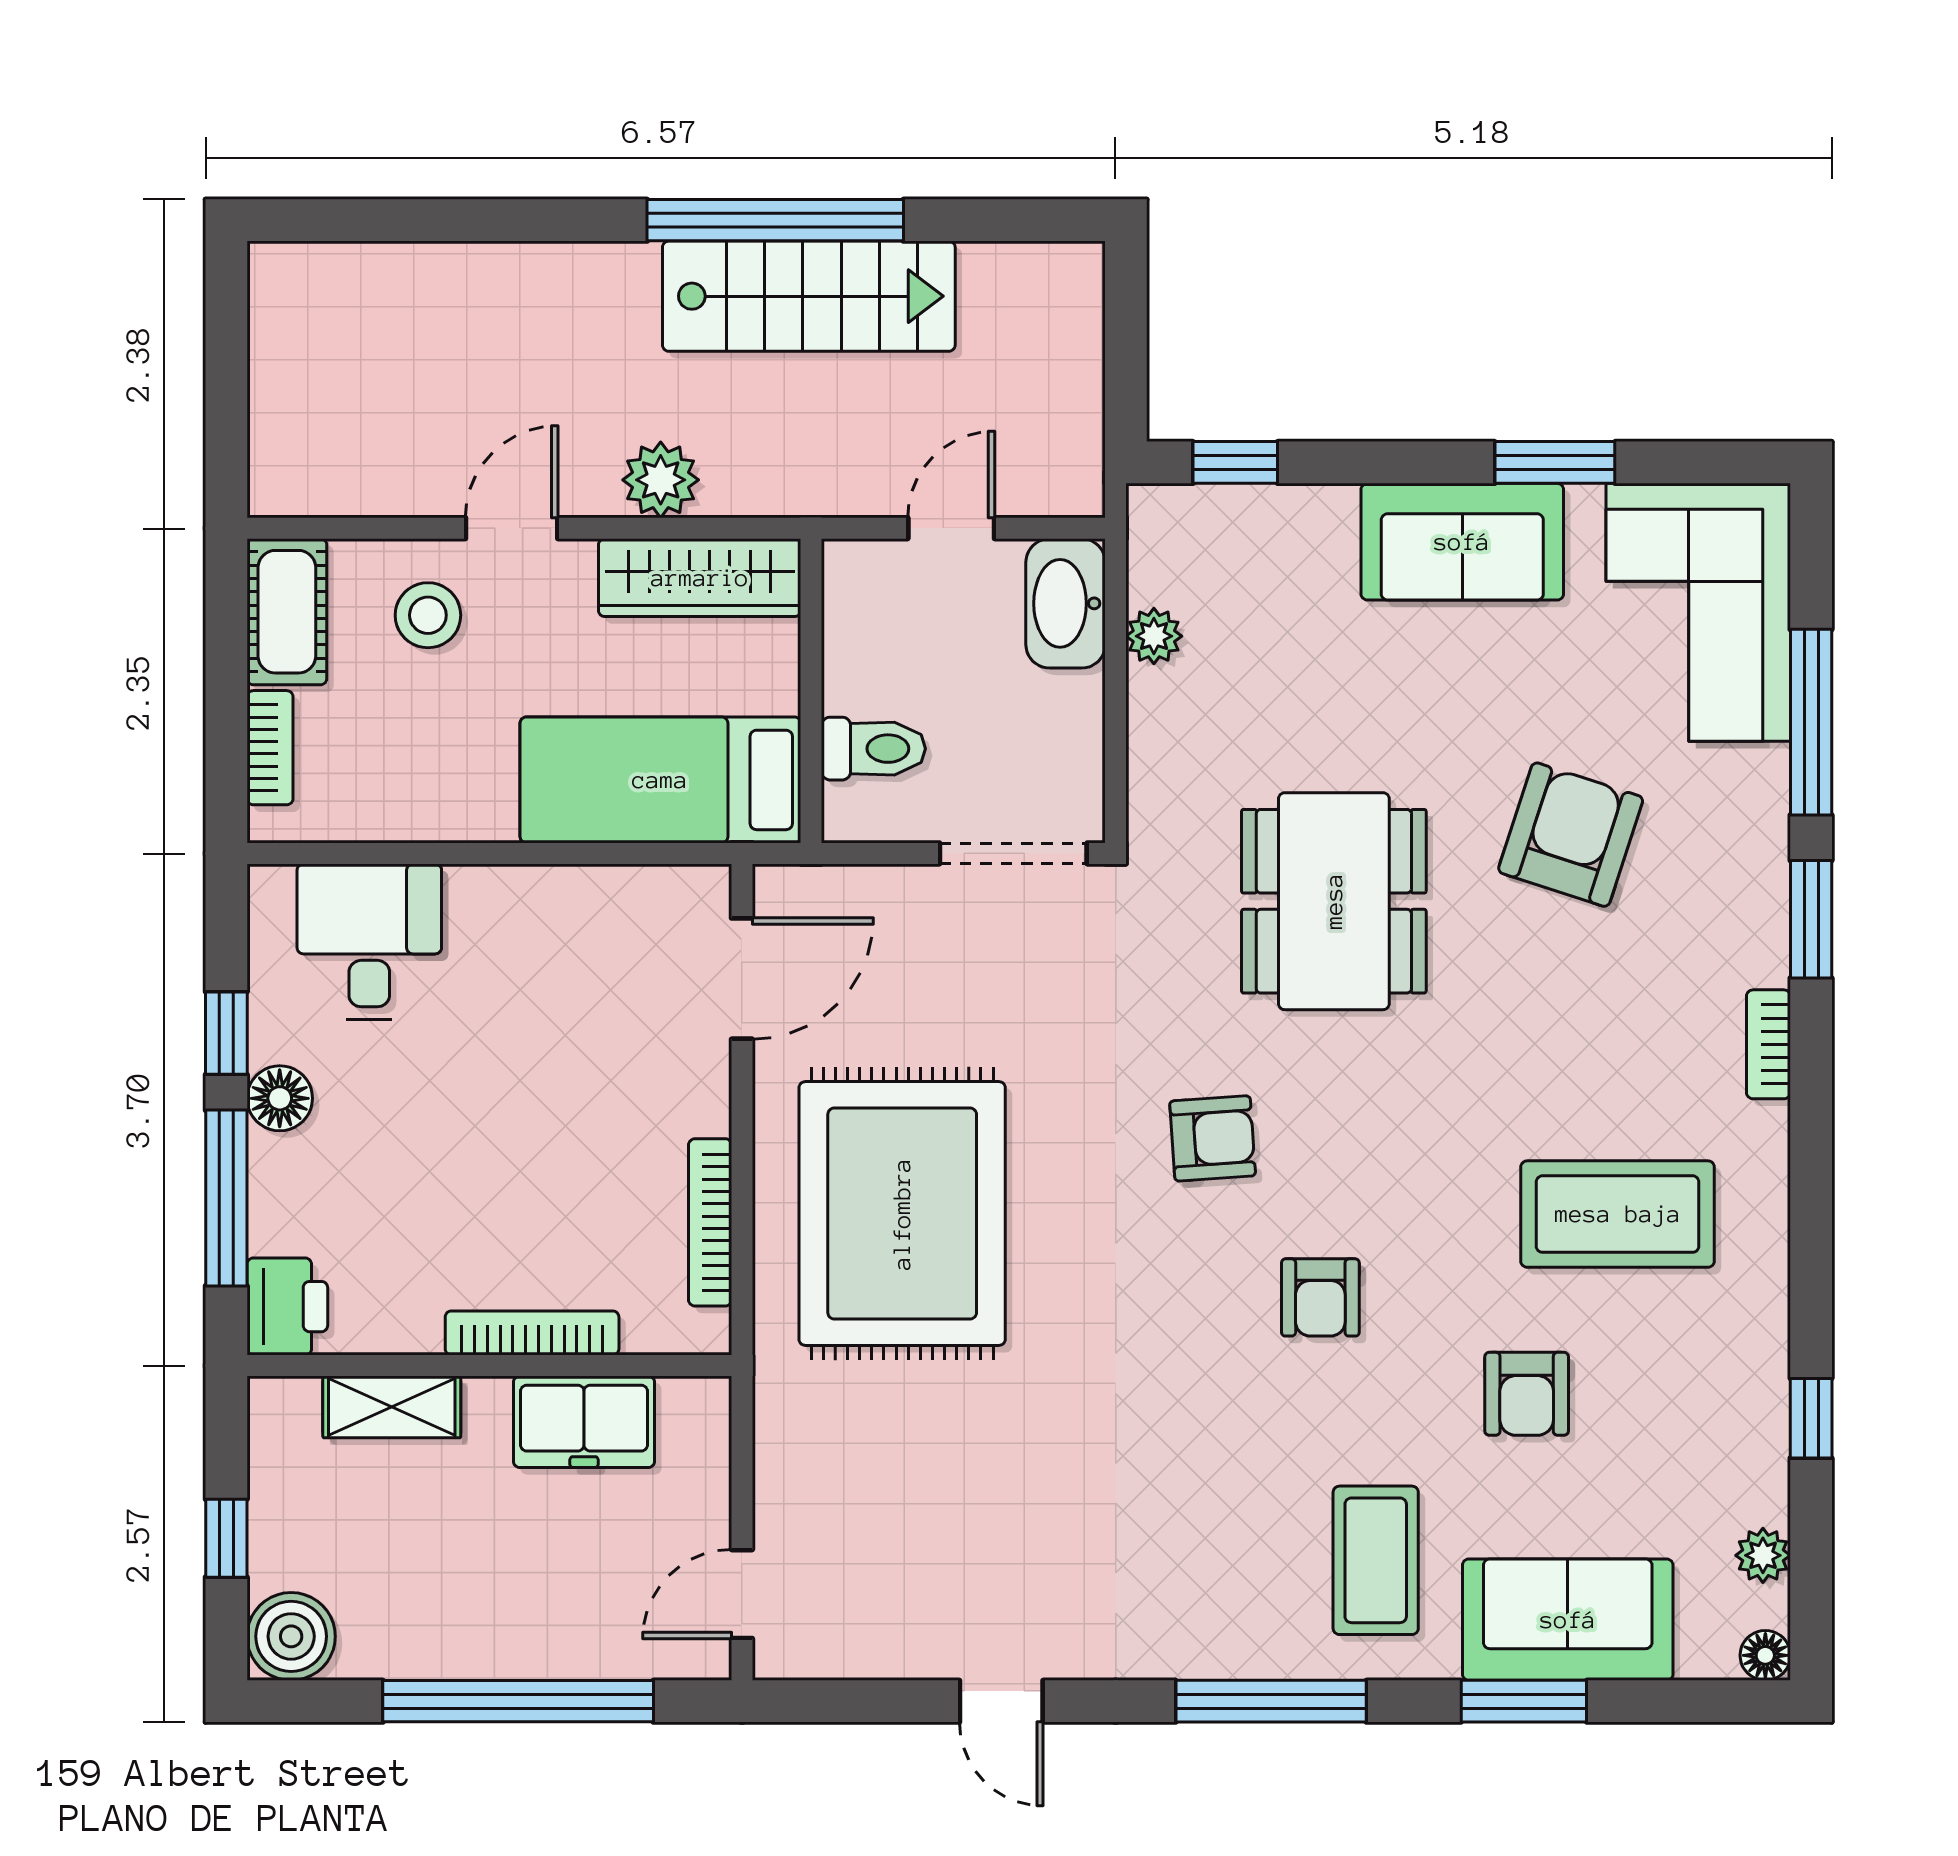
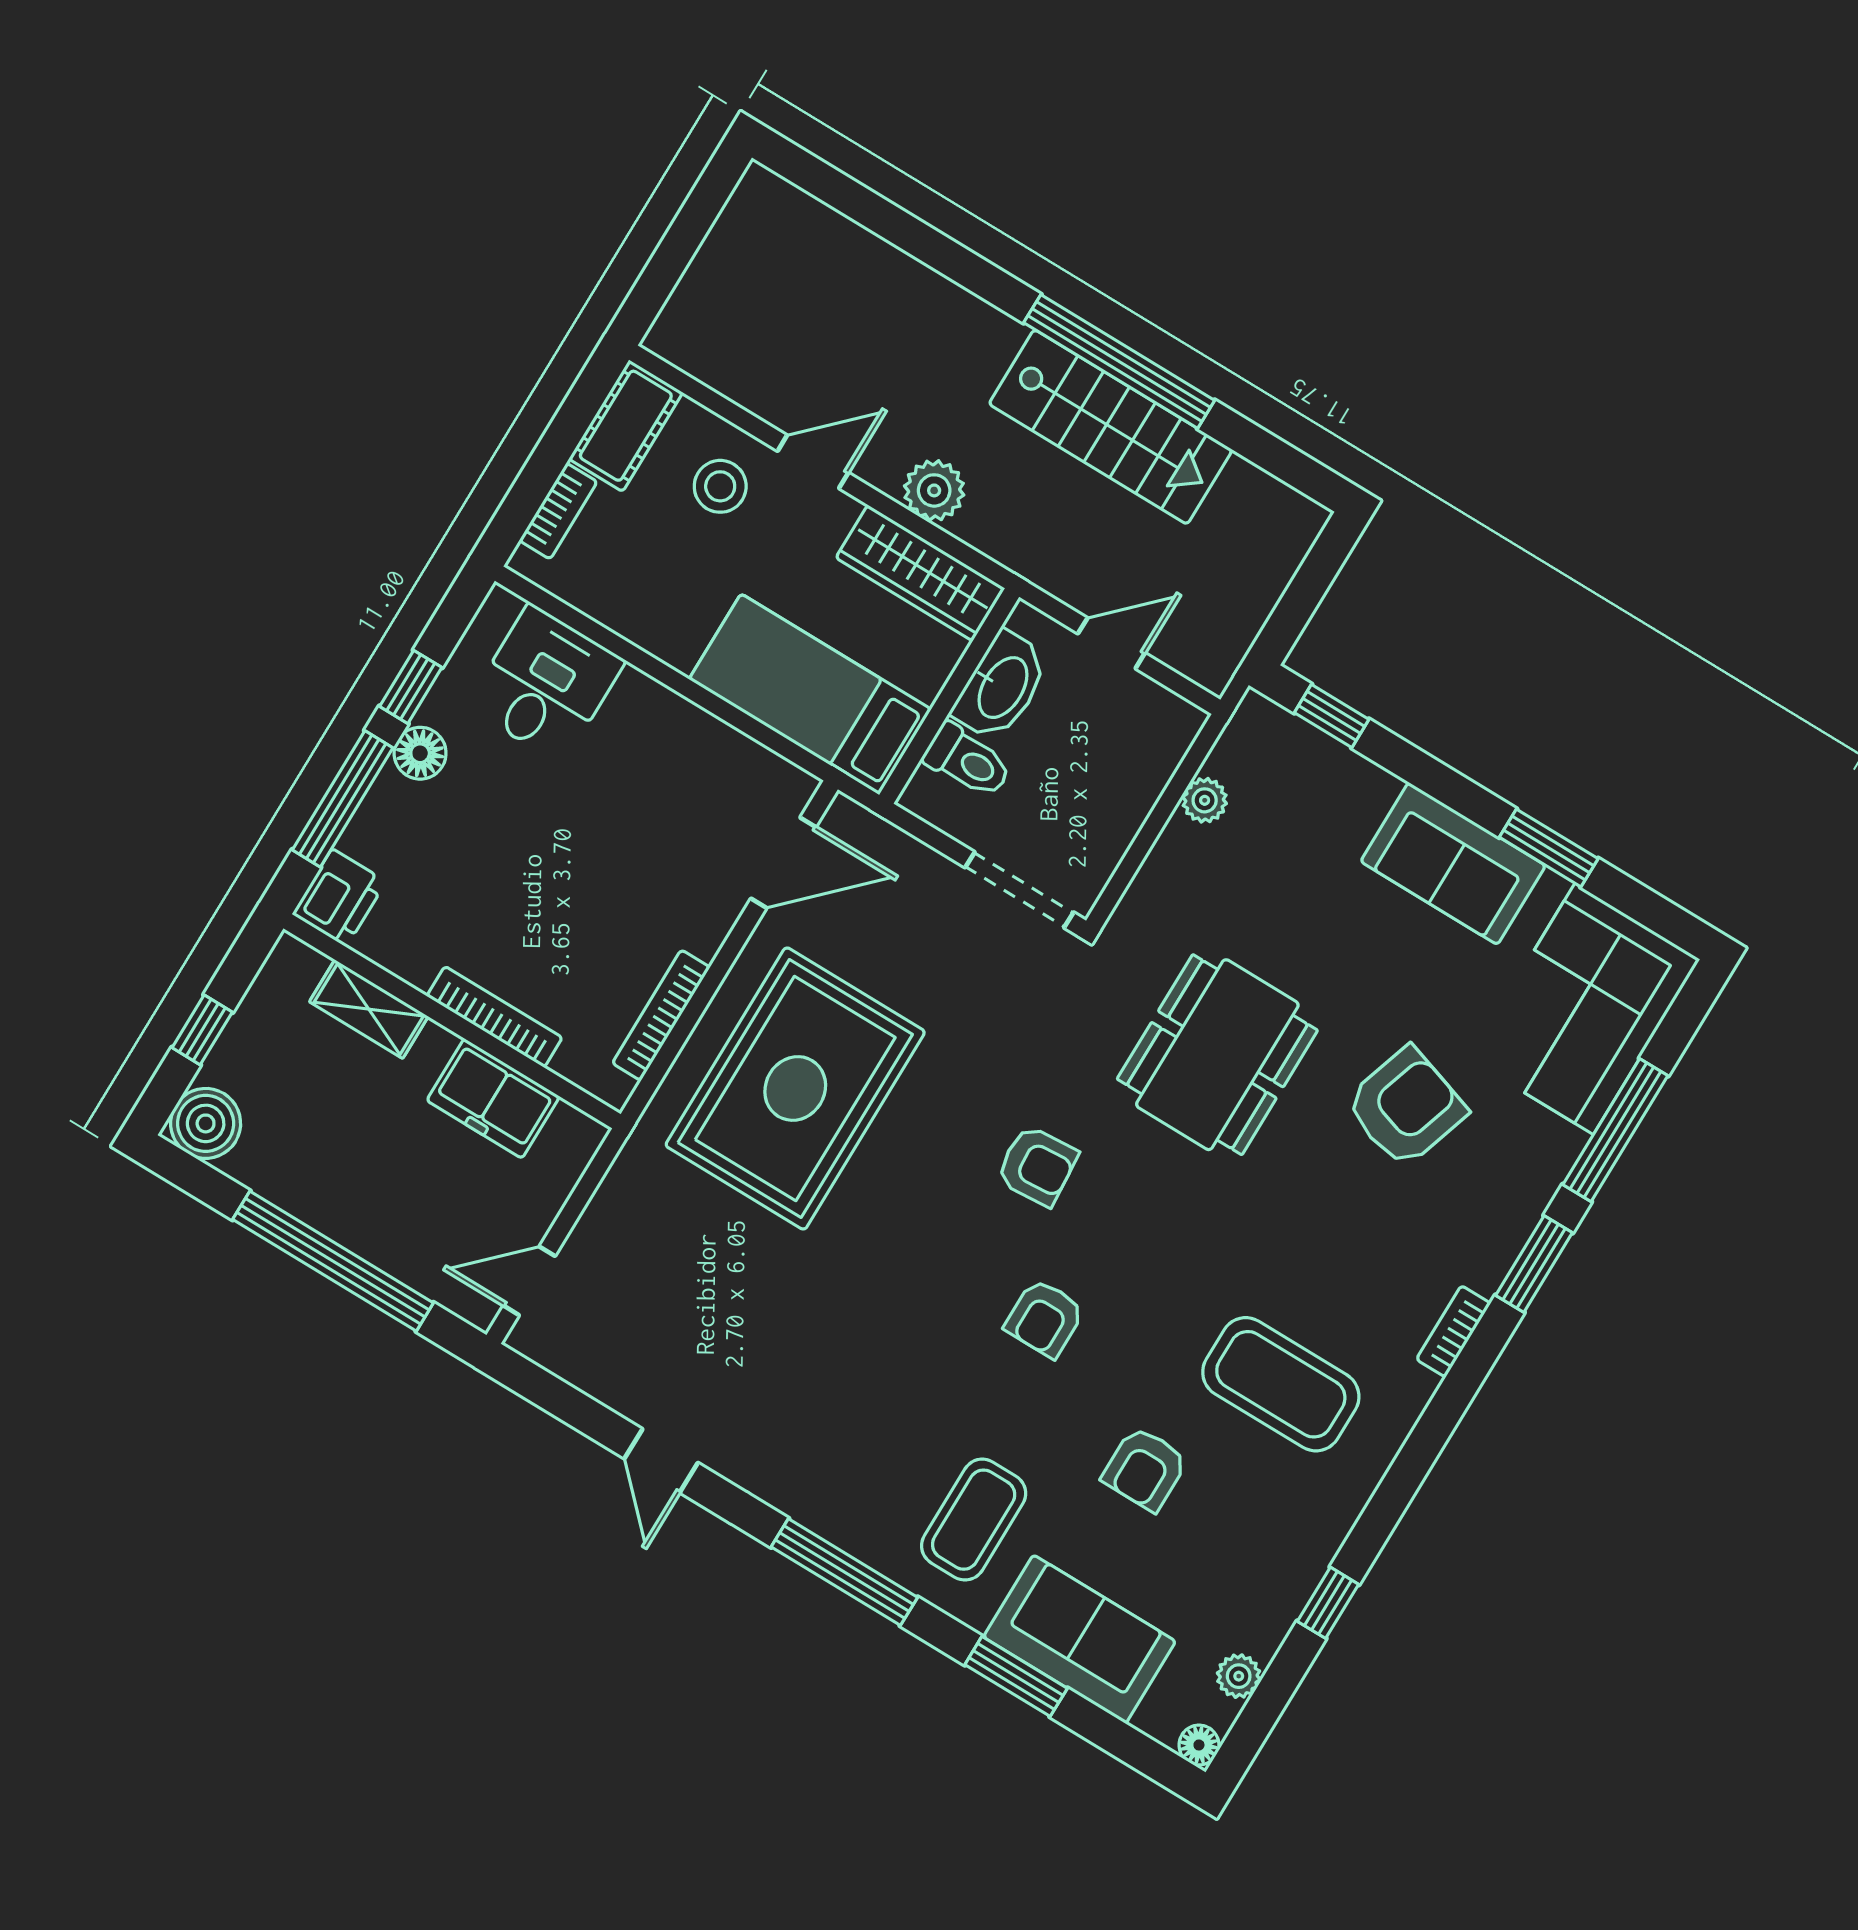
washbasin: (1066, 603) -> (1001, 687), moved, turned 180

